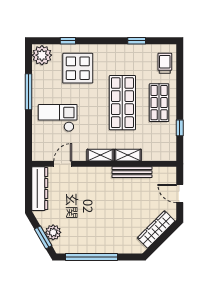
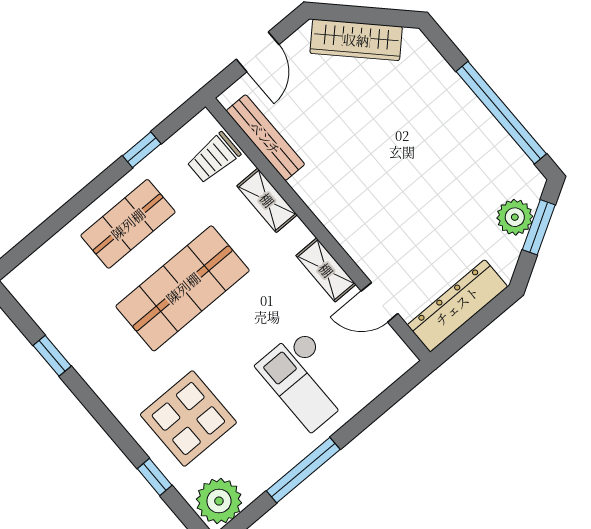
trolley: (165, 63) -> (214, 158), moved
shelving: (100, 155) -> (326, 270), moved
bench: (132, 172) -> (265, 138), moved

